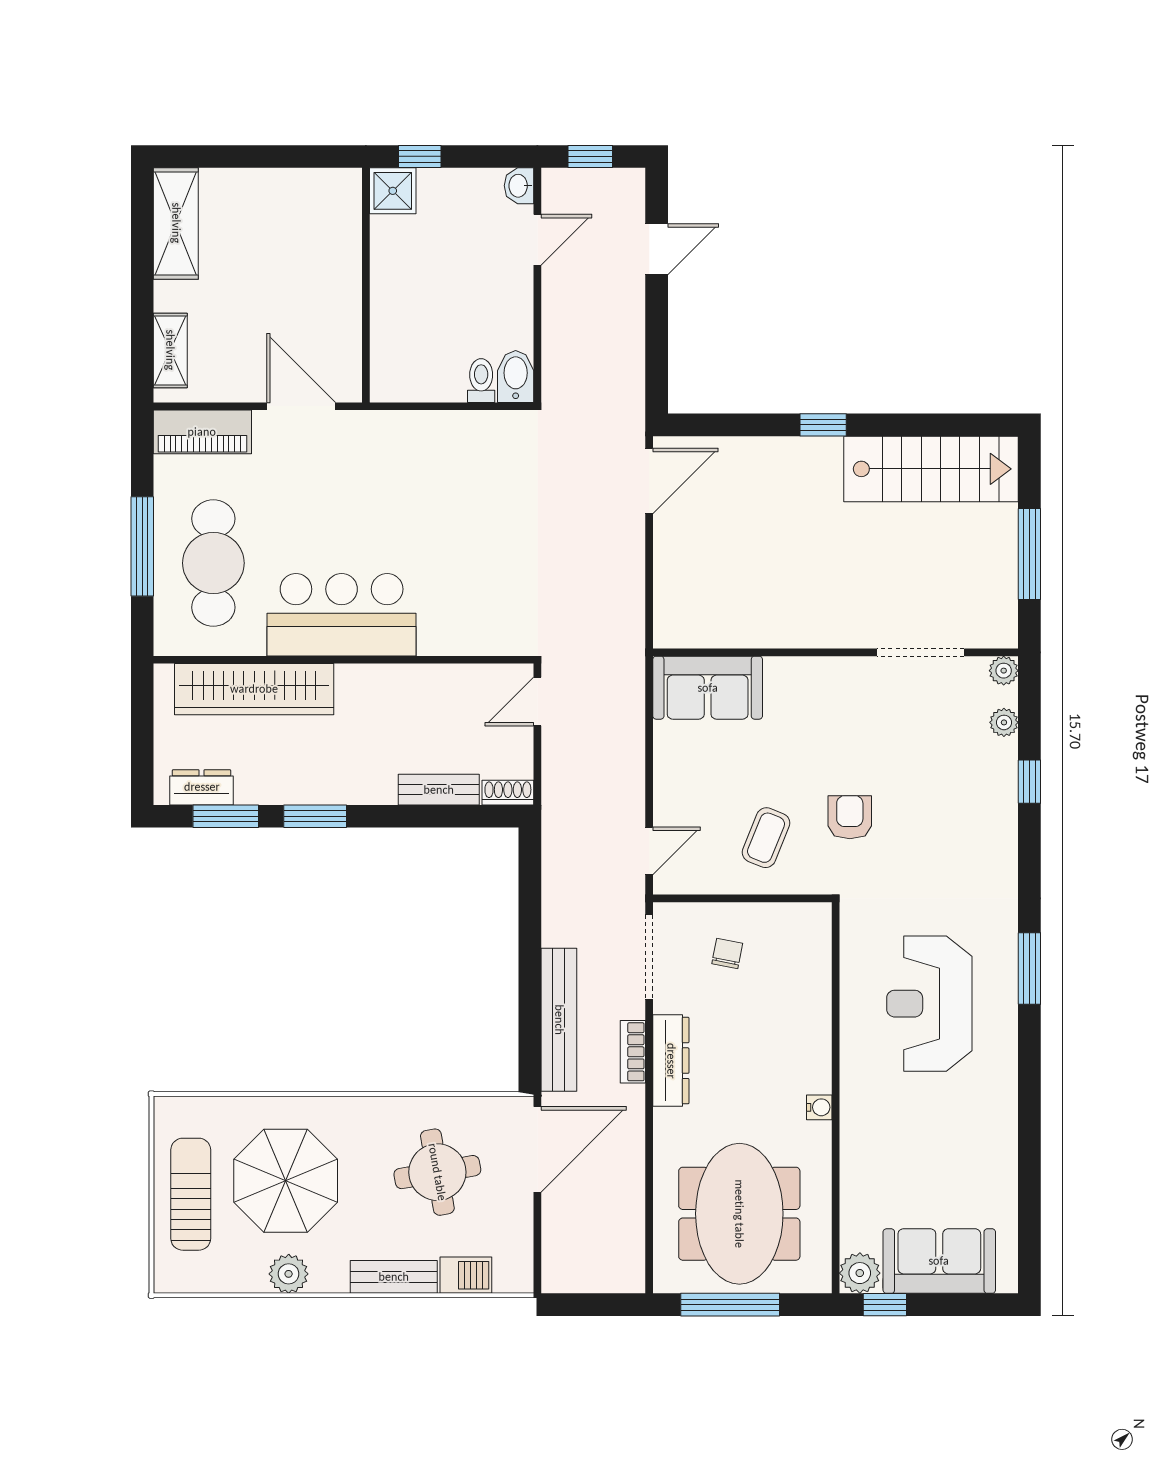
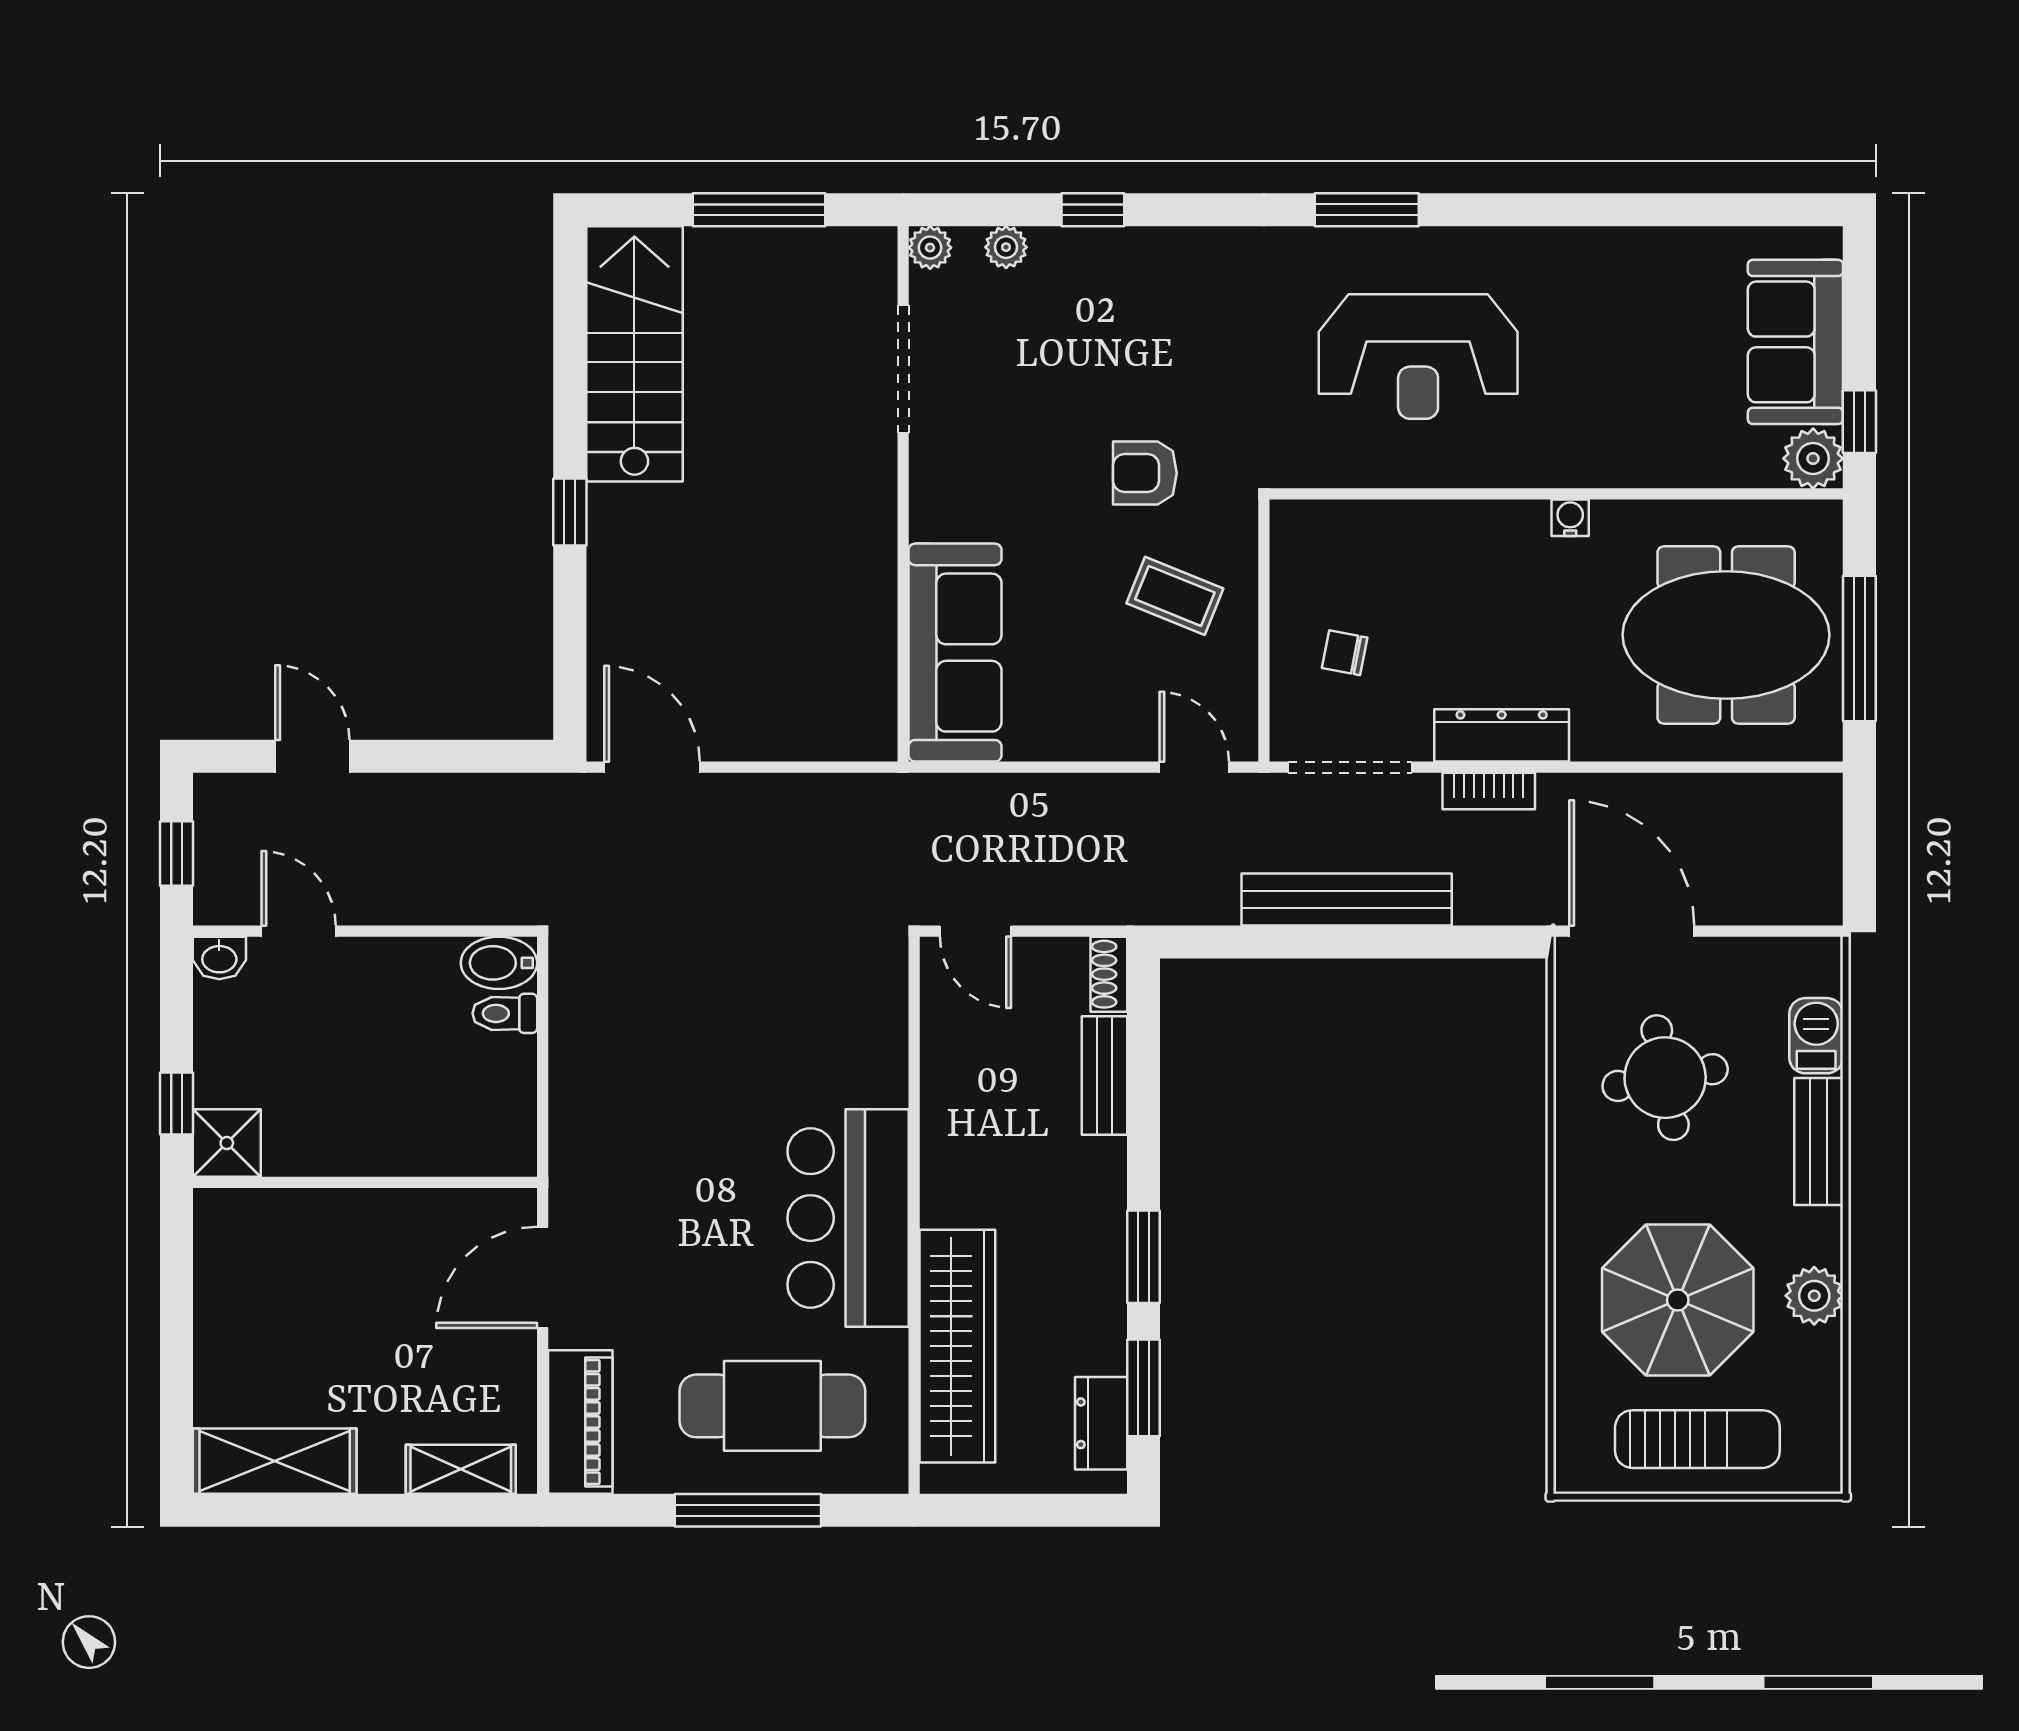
sofa: (708, 688) -> (955, 653), width x1.36
bench: (559, 1020) -> (1347, 899), moved
sun lounger: (191, 1194) -> (1697, 1439), turned 180

